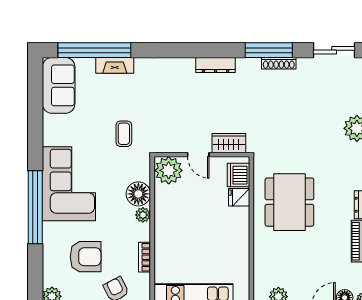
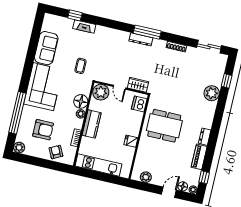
window: (94, 50) -> (75, 15), width x0.32
window: (269, 50) -> (147, 32), moved
sofa: (59, 85) -> (46, 48), moved
fridge: (239, 197) -> (131, 141), moved
dining table: (289, 202) -> (164, 126), turned 90
window: (35, 207) -> (17, 113), moved
kitchen counter: (166, 228) -> (92, 124), added

